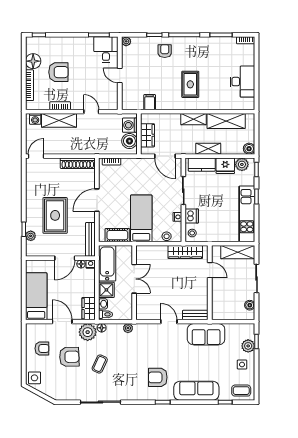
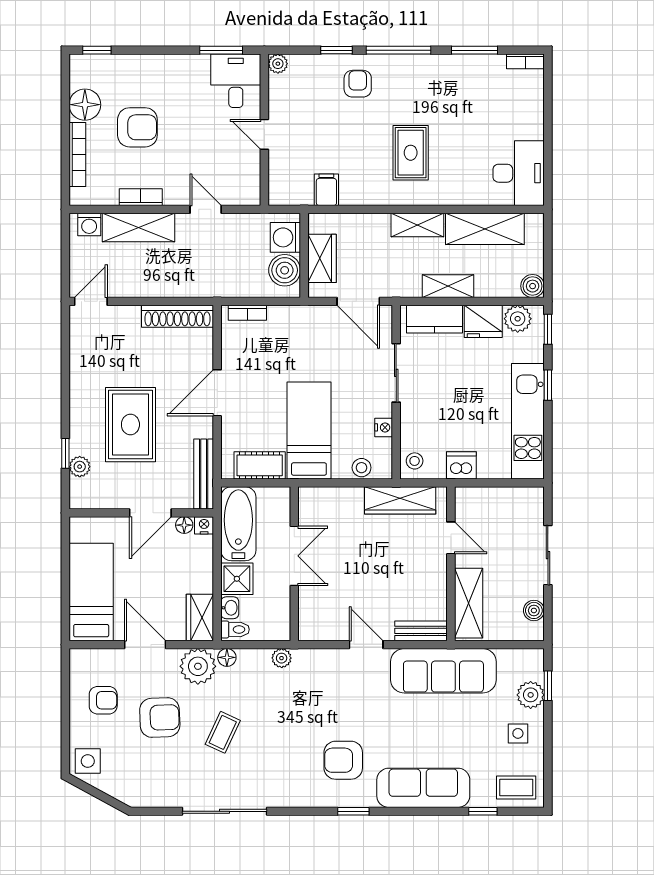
desk: (242, 82) -> (519, 173), moved
dishwasher: (192, 216) -> (461, 465), moved, turned -90
shelving: (238, 252) -> (469, 603), moved, turned 90
sofa: (206, 334) -> (443, 671), width x1.36

